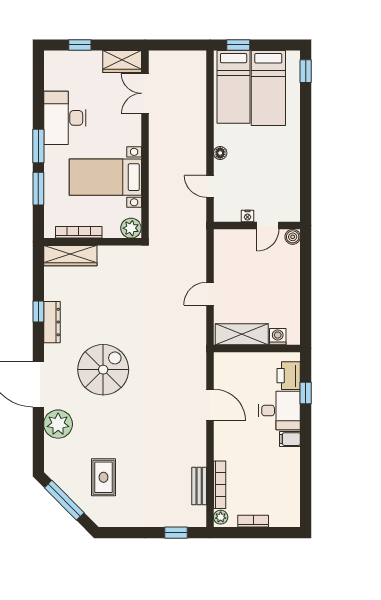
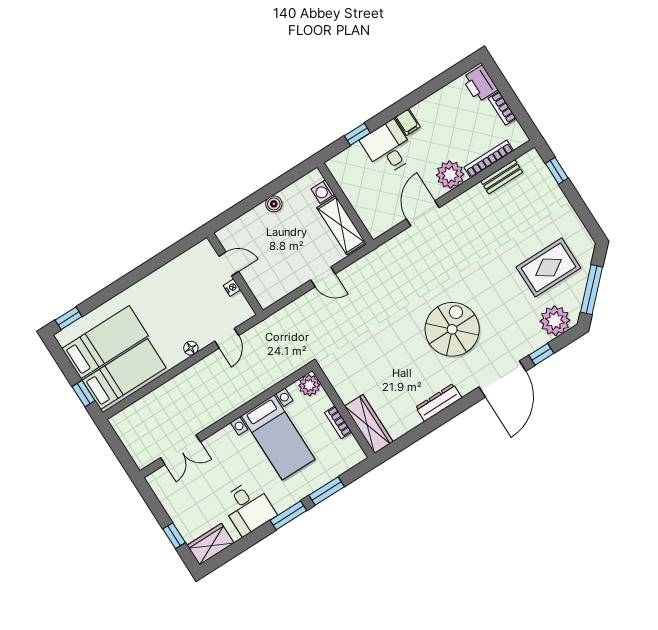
wardrobe: (122, 62) -> (211, 544), moved, turned -90
desk: (65, 118) -> (248, 508), width x0.73
bookcase: (79, 232) -> (338, 422), width x0.64
boiler: (293, 237) -> (274, 204), moved
window: (38, 311) -> (541, 354), moved
spiral stairs: (103, 370) -> (452, 329), turned 90
printer: (289, 376) -> (480, 84), moved, turned 90
plant: (58, 424) -> (555, 321), moved
rug: (104, 477) -> (548, 267), width x1.36, depth x1.43
plant: (221, 517) -> (450, 175), moved, width x1.87, depth x1.87

